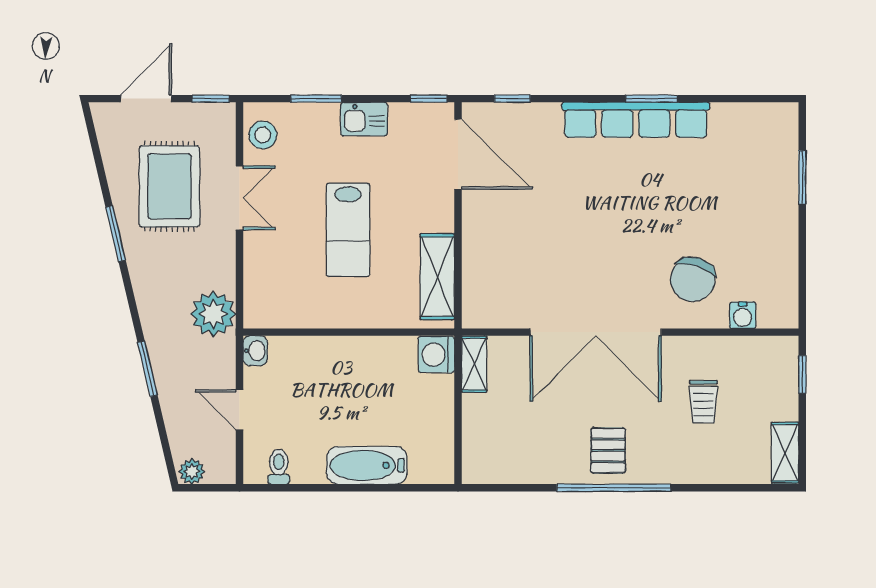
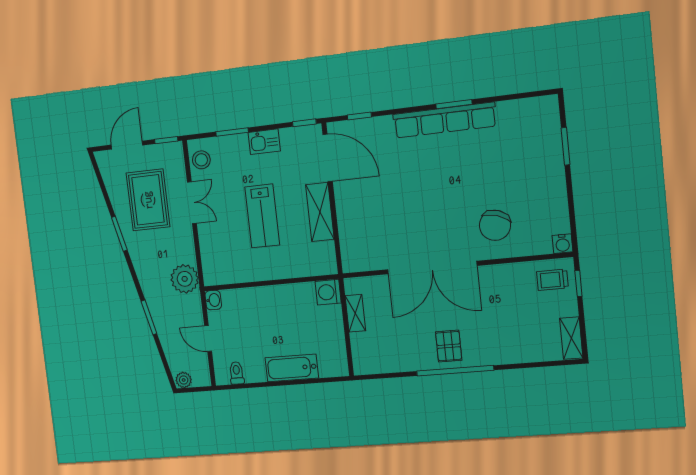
shelving: (437, 277) -> (320, 212), moved
water cooler: (743, 315) -> (563, 244), moved
shelving: (474, 364) -> (355, 313), moved
trolley: (703, 402) -> (552, 280), moved, turned 90

